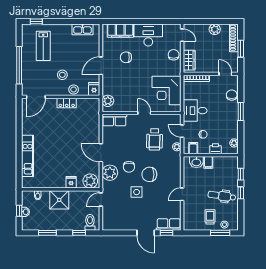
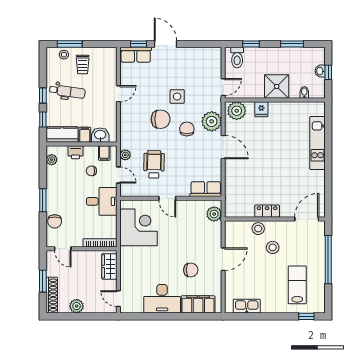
chair: (174, 55) -> (129, 273), removed
fridge: (94, 89) -> (232, 229), removed
kitchen counter: (226, 163) -> (62, 134), added

